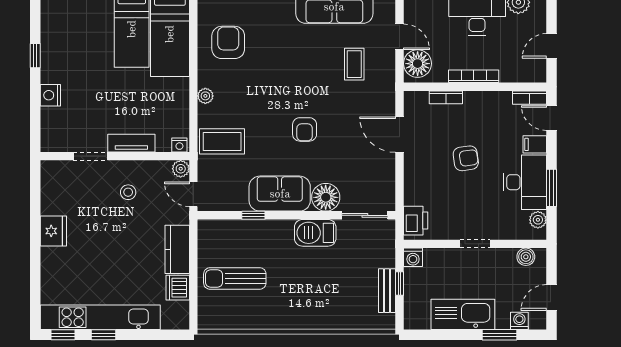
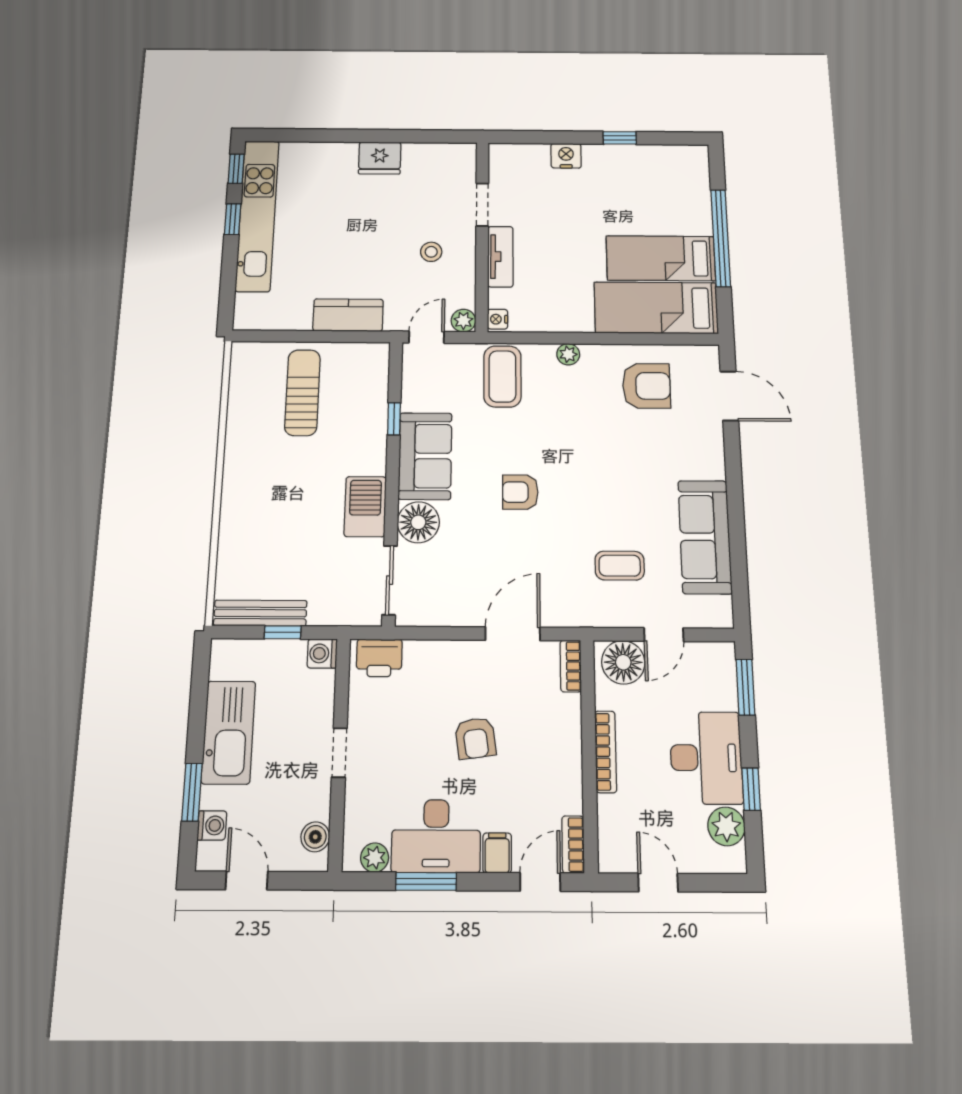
bookcase: (446, 97) -> (571, 666), moved
dishwasher: (178, 288) -> (293, 315), removed
bench: (387, 291) -> (260, 613), width x1.36

